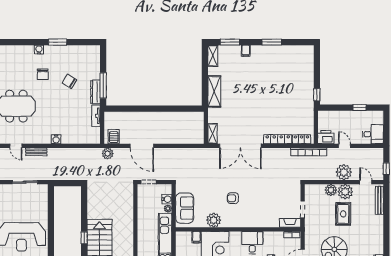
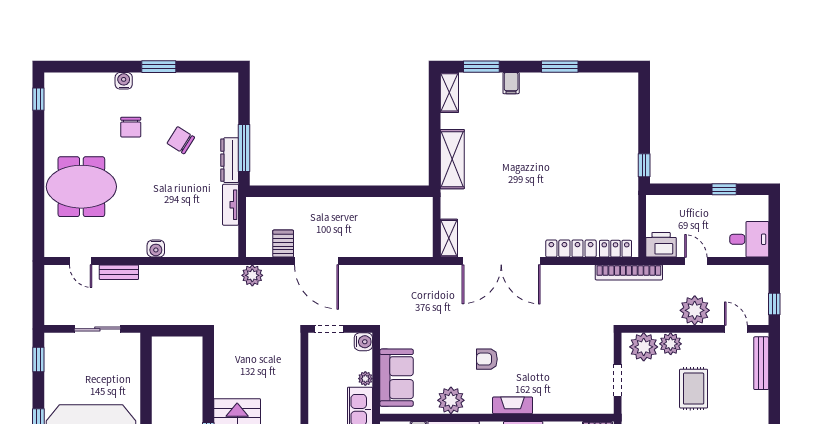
server rack: (114, 137) -> (283, 244), moved
plant: (345, 192) -> (644, 347), moved
water cooler: (167, 199) -> (363, 342), moved
fireplace: (290, 223) -> (513, 405), moved

